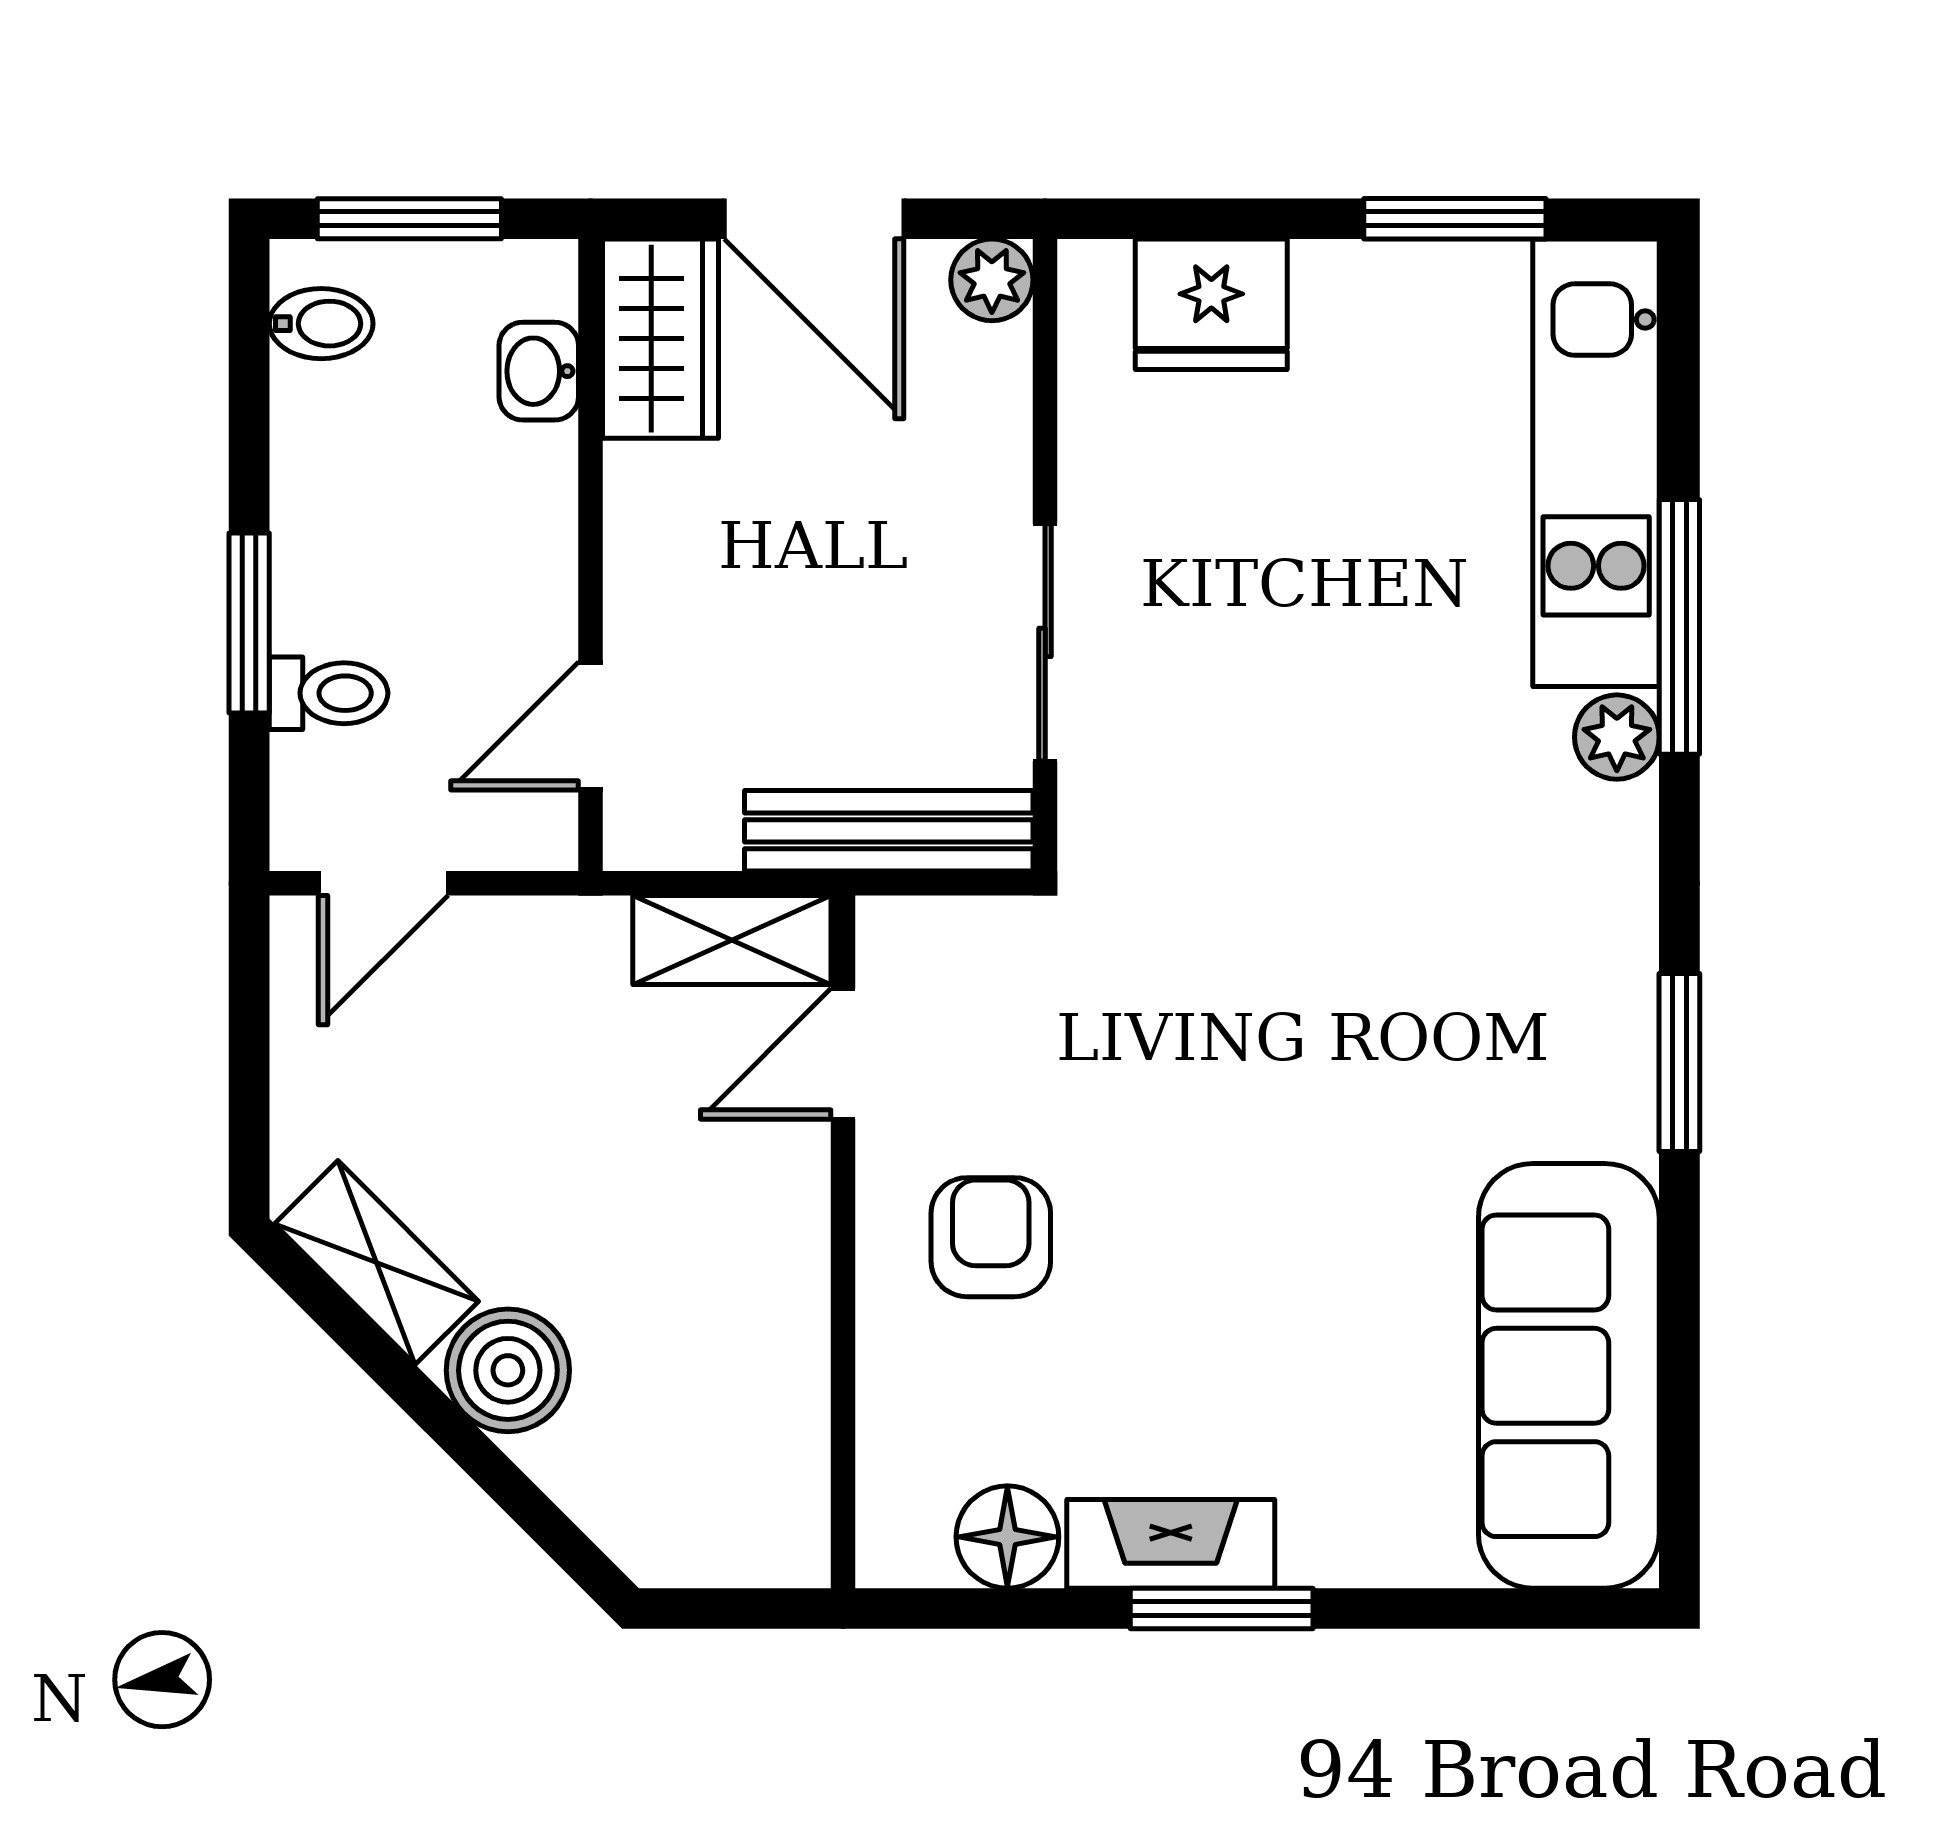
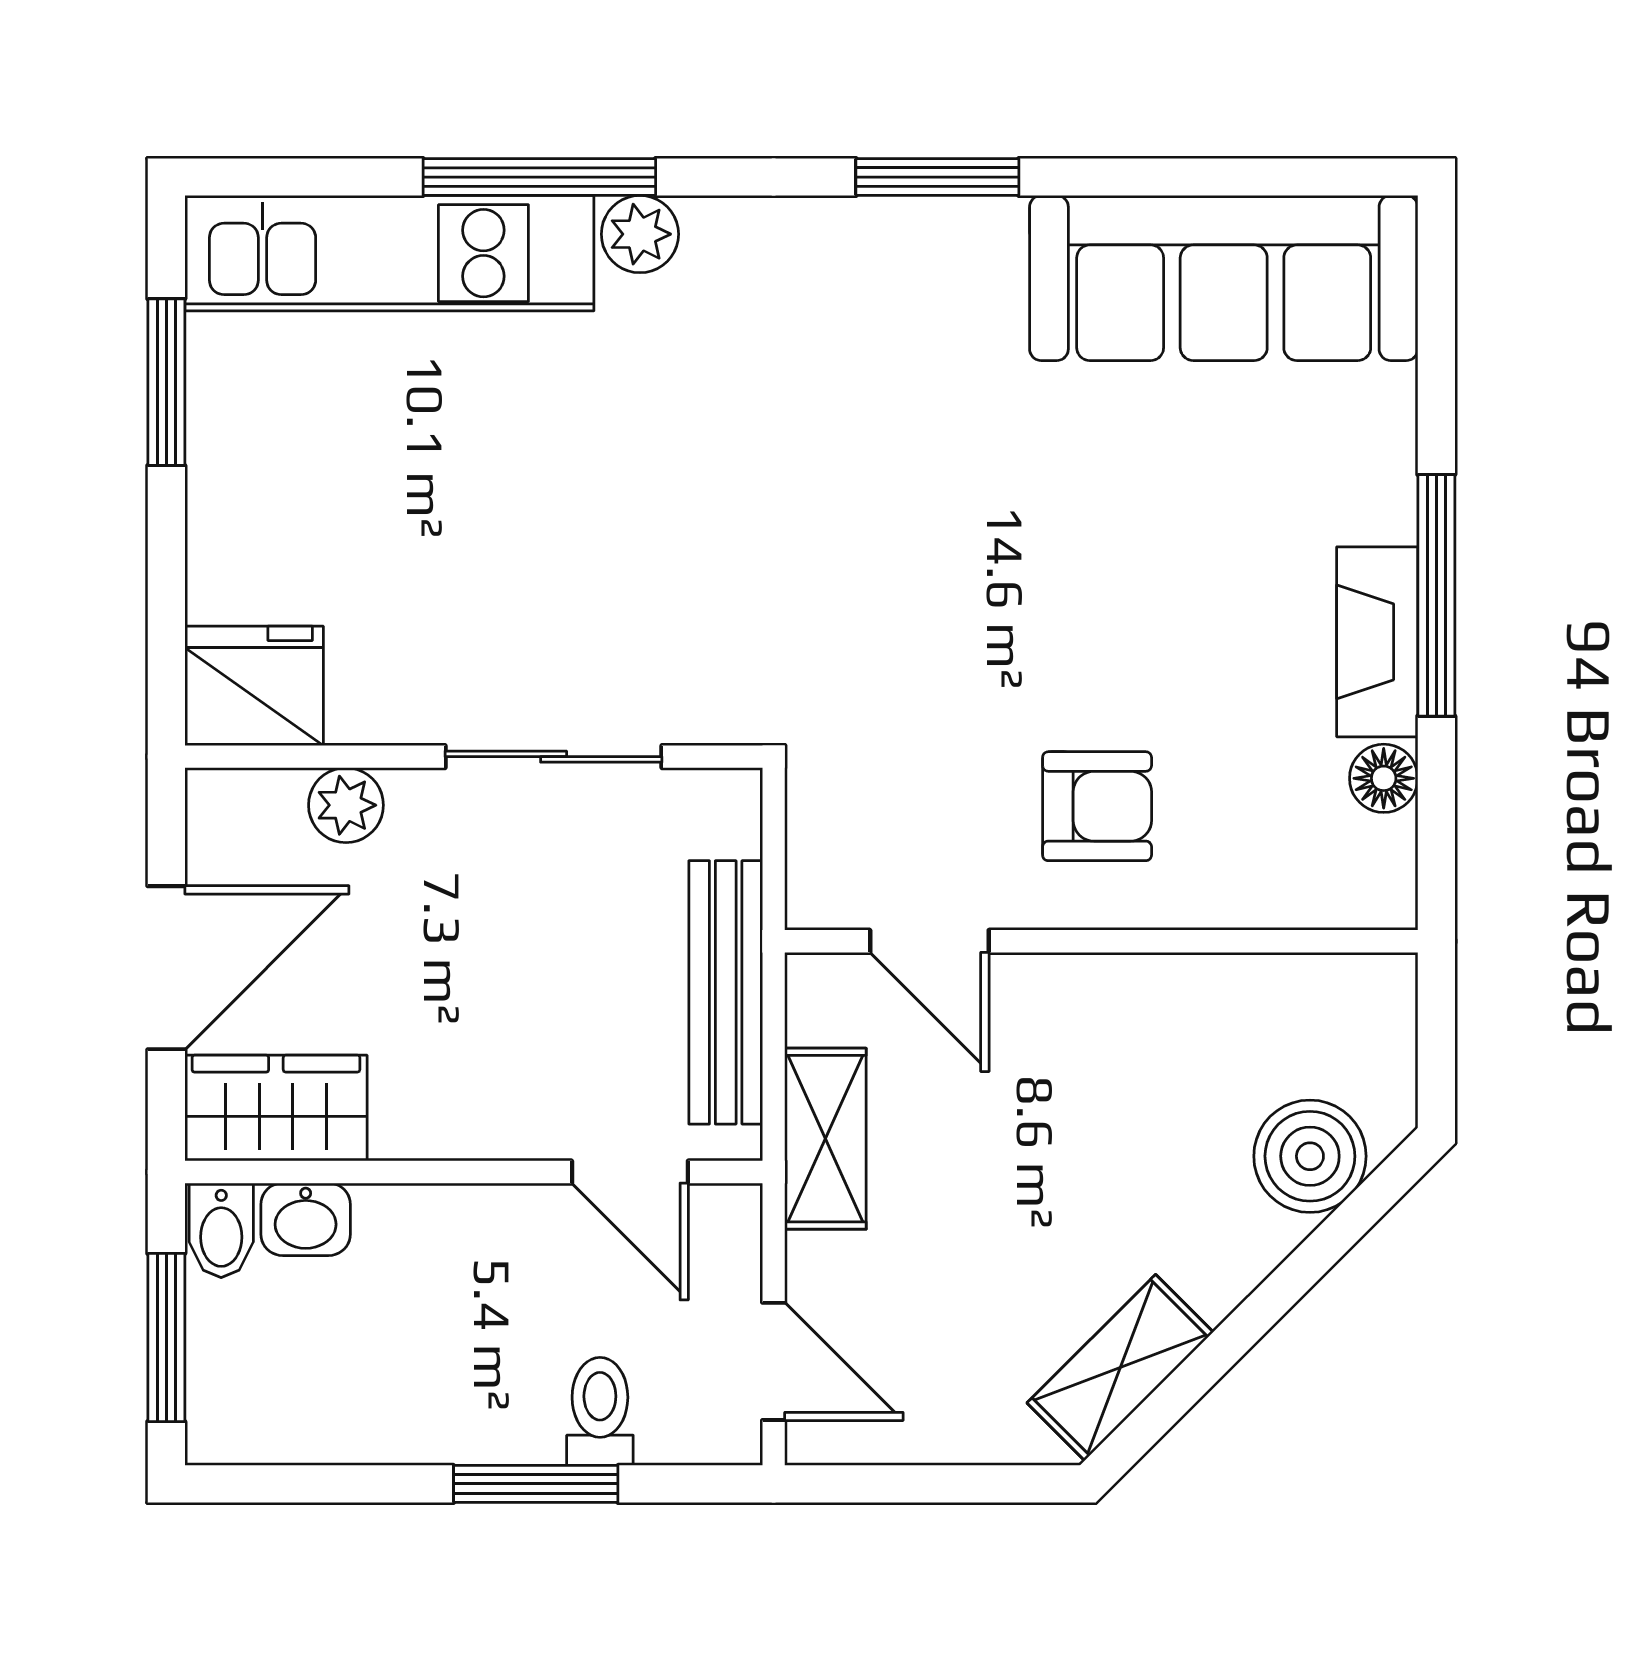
plant: (992, 280) -> (346, 805), moved
fridge: (1211, 304) -> (254, 686), moved, turned -90
bidet: (321, 324) -> (221, 1230), moved, turned 180
bench: (889, 831) -> (726, 992), moved
shelving: (732, 940) -> (825, 1139), moved
armchair: (991, 1237) -> (1097, 806), turned 180
boiler: (508, 1370) -> (1310, 1156), moved
floor lamp: (1007, 1537) -> (1384, 778), width x0.73, depth x0.73
window: (1222, 1608) -> (1436, 595), width x1.44

